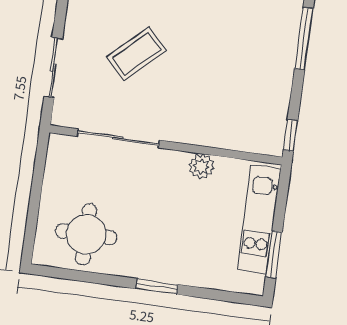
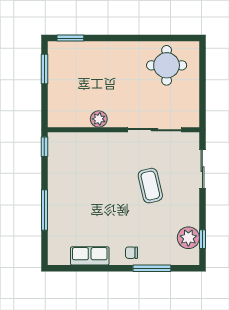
coffee table: (137, 54) -> (150, 186), turned -60
kitchen unit: (259, 219) -> (57, 90), removed
window: (157, 287) -> (70, 38), moved

